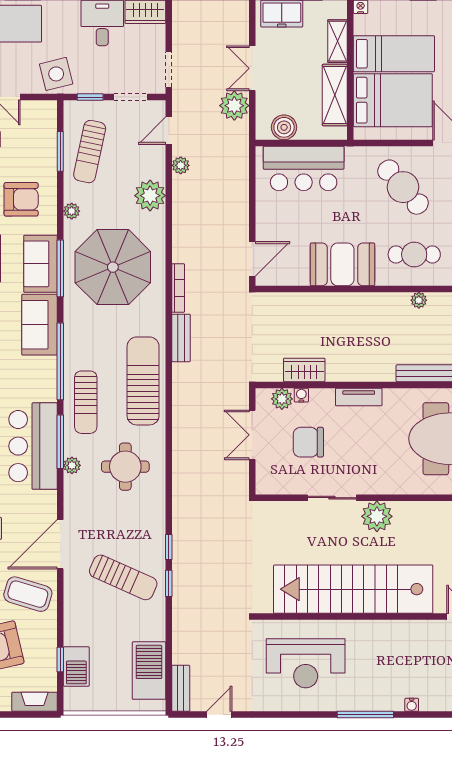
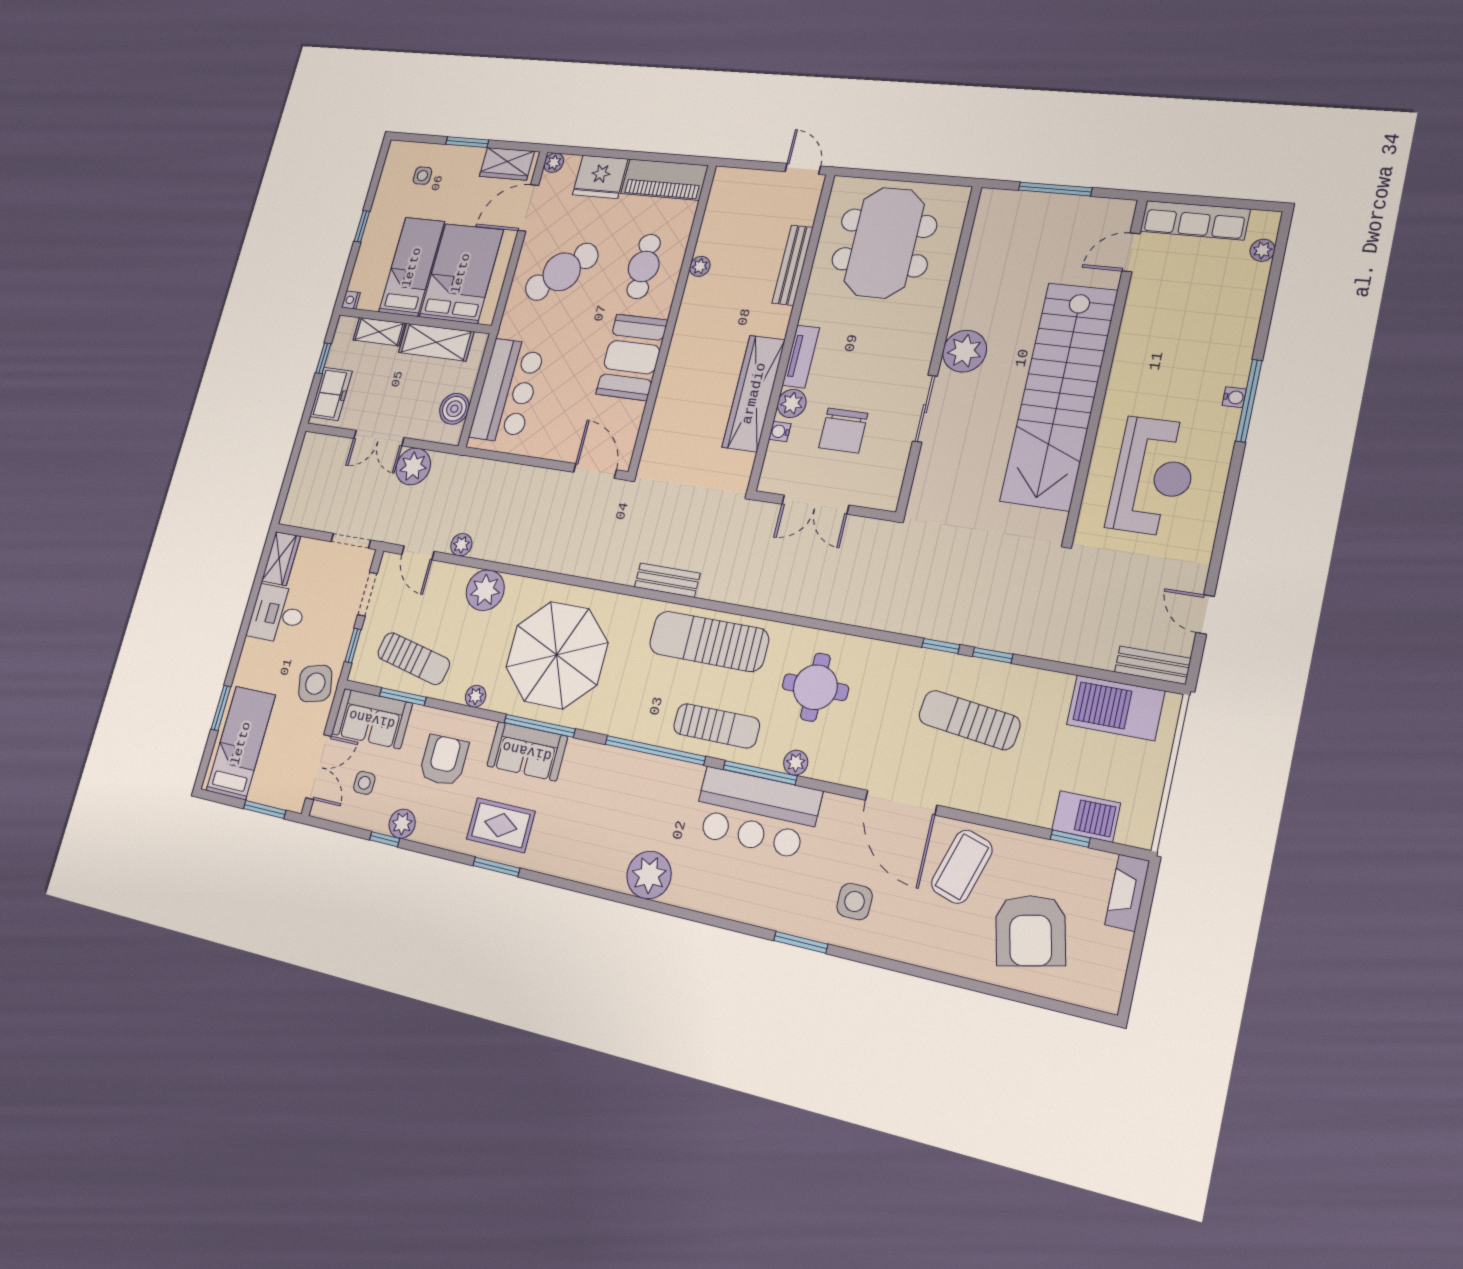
bookcase: (178, 288) -> (605, 573), removed
sofa: (40, 325) -> (372, 719), moved
wardrobe: (304, 370) -> (754, 393), width x2.10, depth x1.17
plant: (282, 399) -> (792, 403), moved
sun lounger: (123, 577) -> (969, 720), turned -107
water cooler: (412, 705) -> (1234, 397), moved

